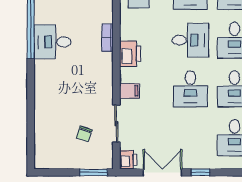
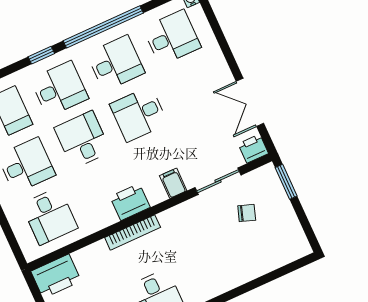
bookcase: (107, 38) -> (133, 232), width x1.56
desk: (190, 89) -> (139, 114), turned 180
window: (200, 172) -> (230, 58), removed

